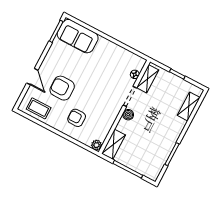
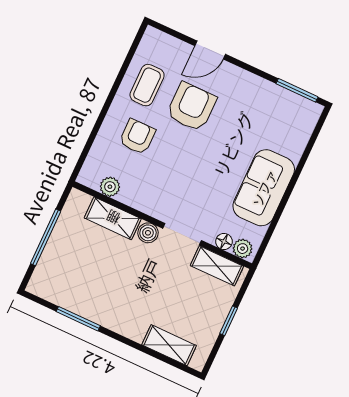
sofa: (78, 36) -> (264, 188), moved
plant: (139, 65) -> (243, 249), added
coffee table: (39, 108) -> (147, 85), moved
shelving: (114, 144) -> (113, 218), moved
plant: (96, 145) -> (110, 187), moved

